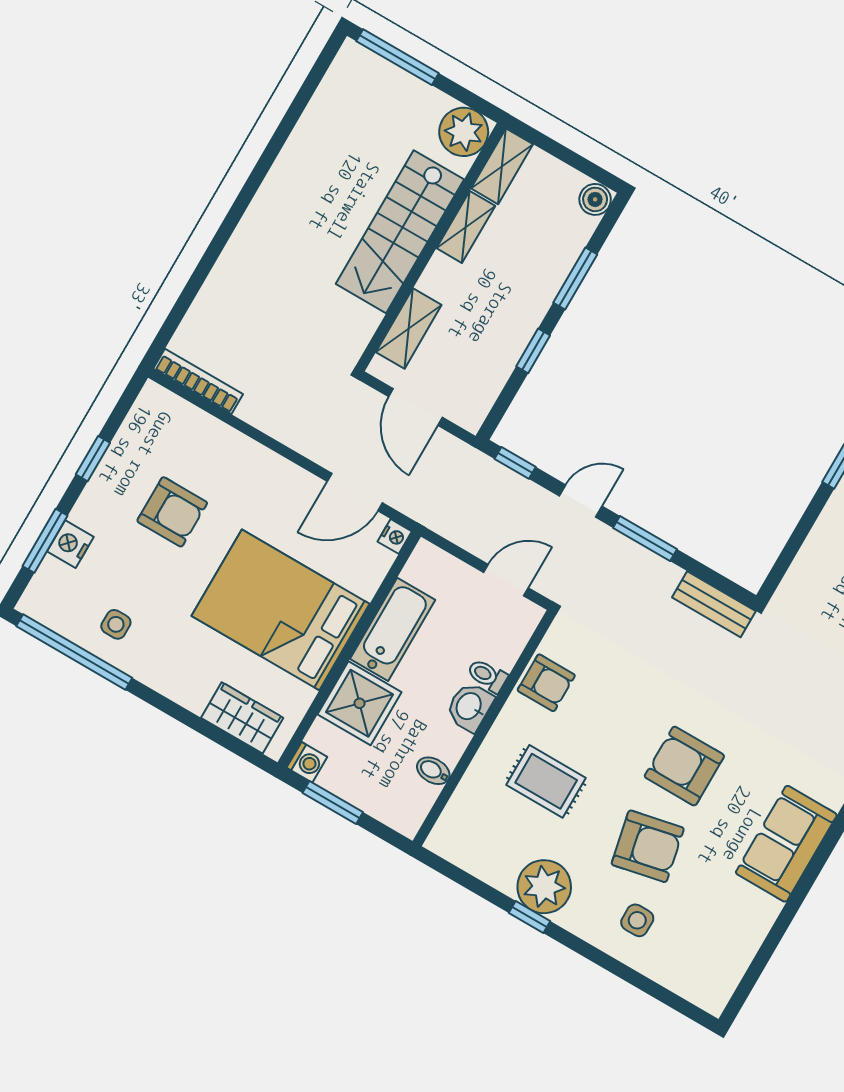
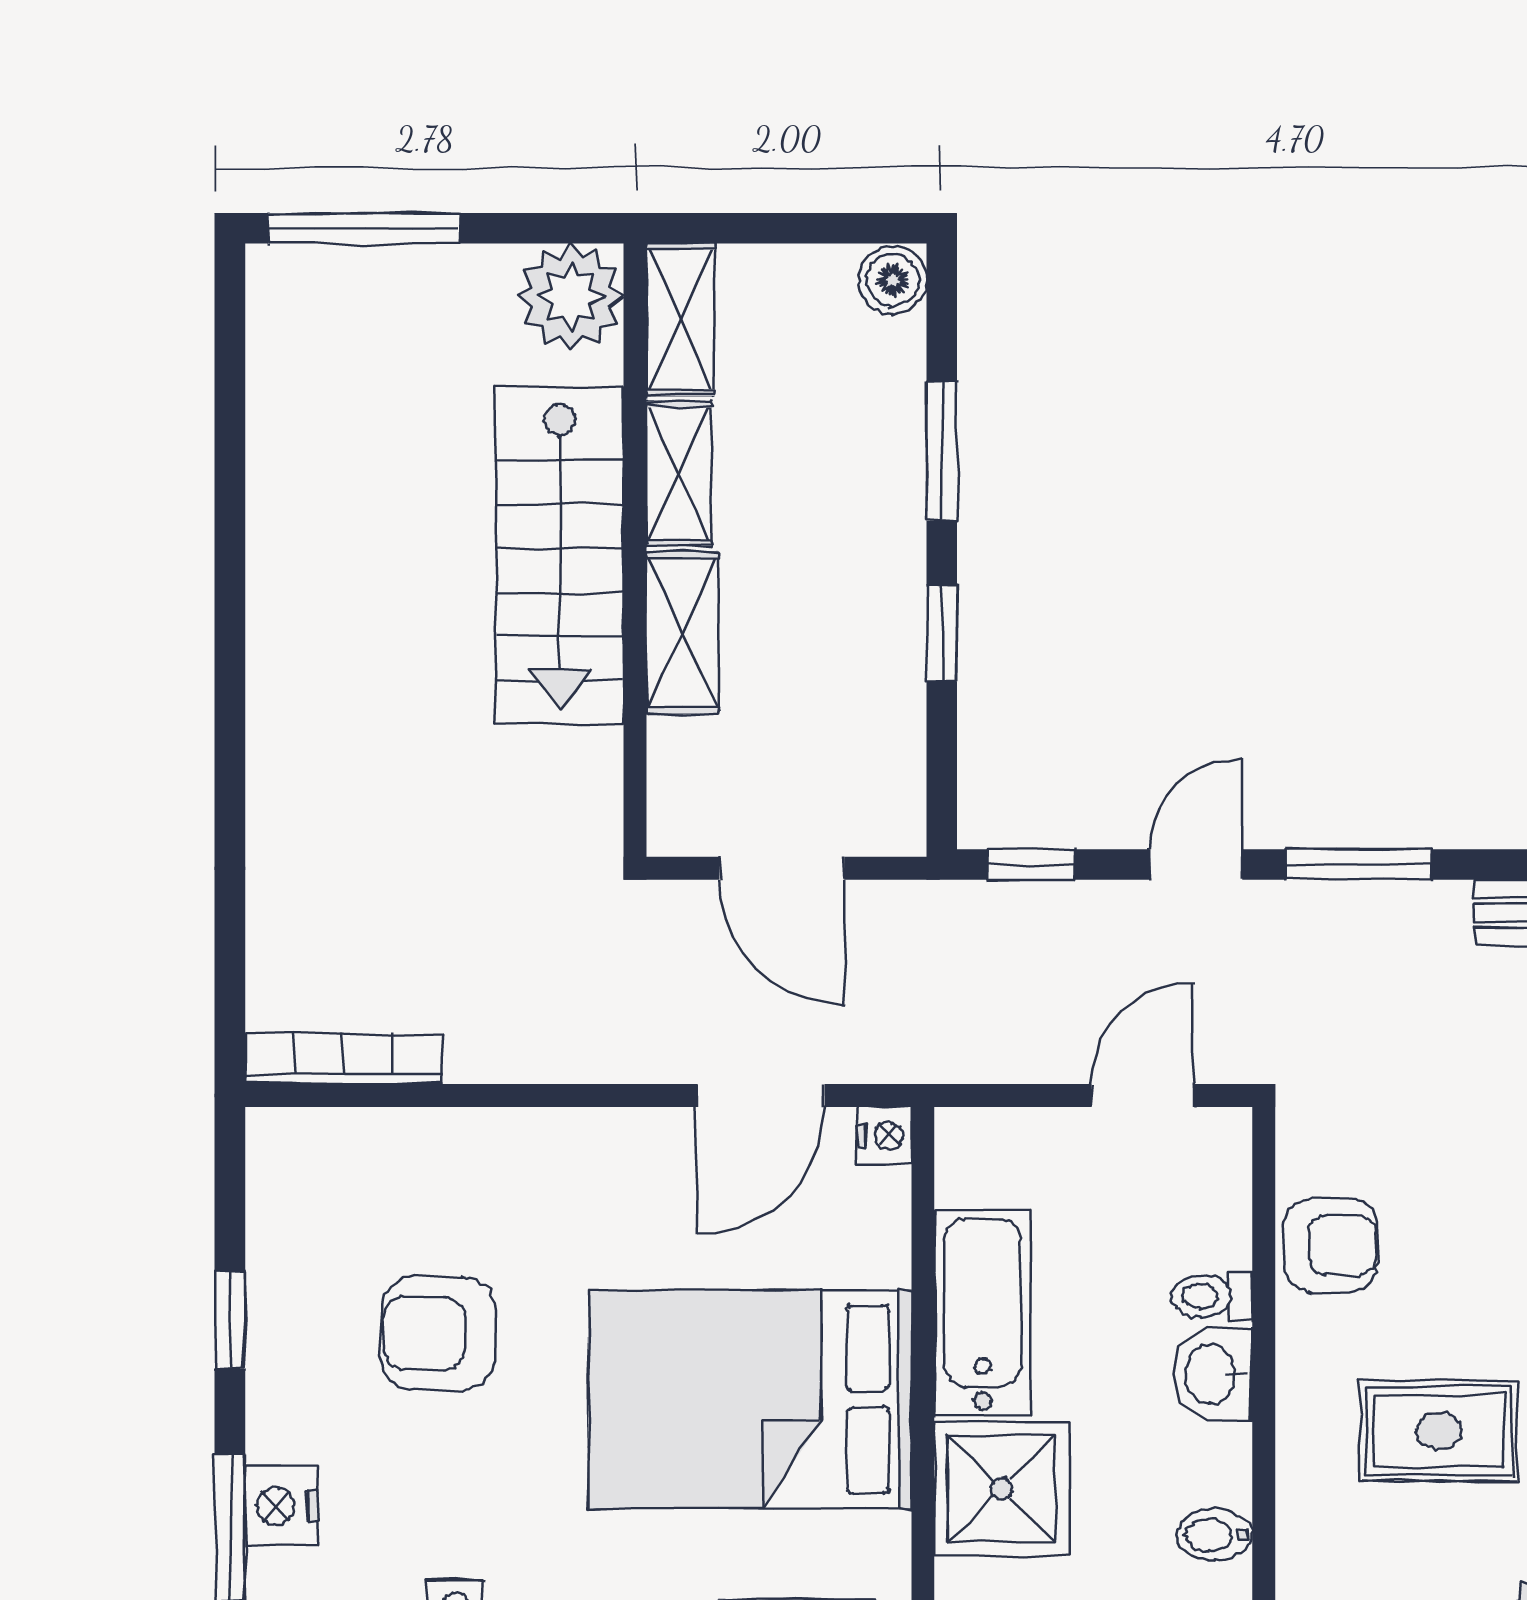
shelving: (409, 328) -> (683, 633), moved
armchair: (172, 512) -> (438, 1333), turned 180

